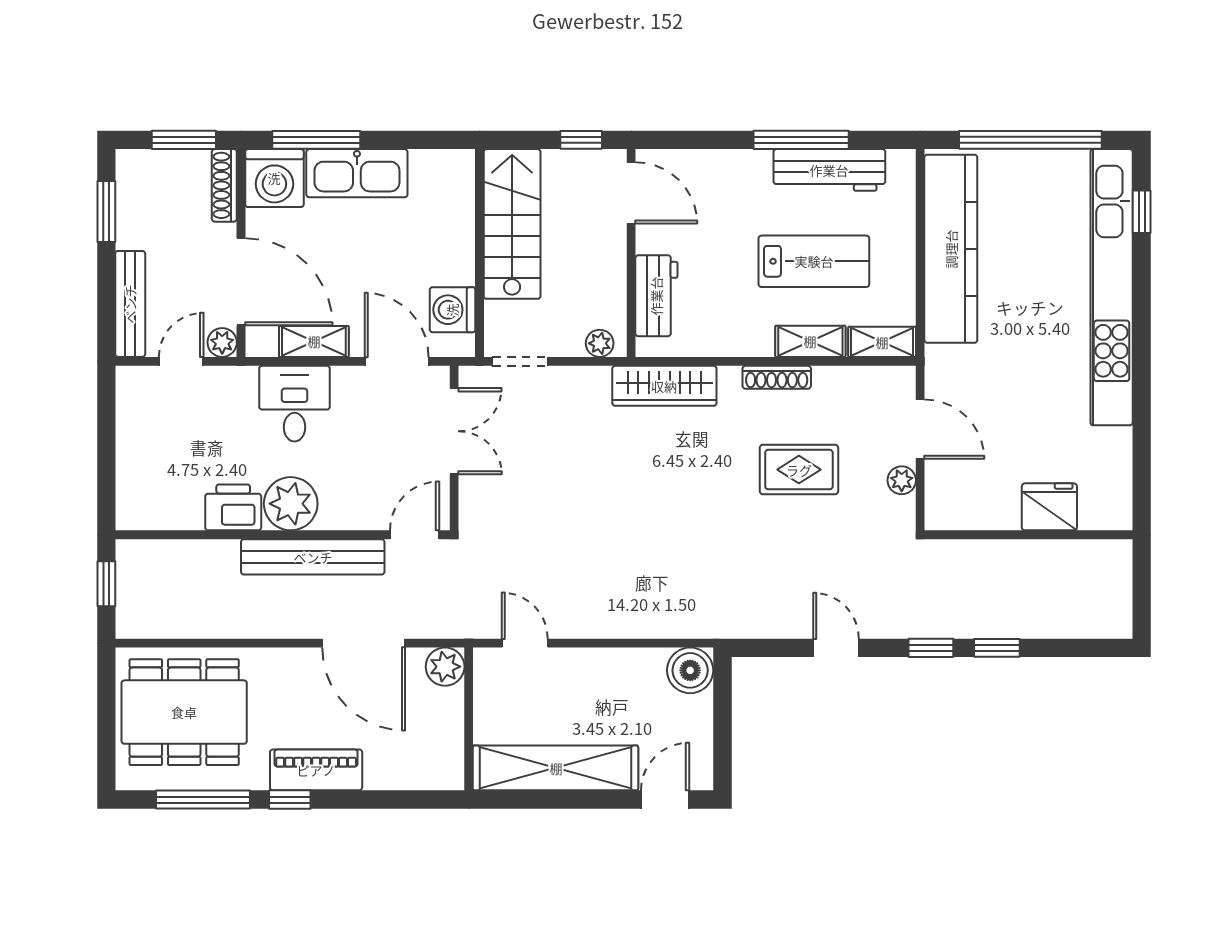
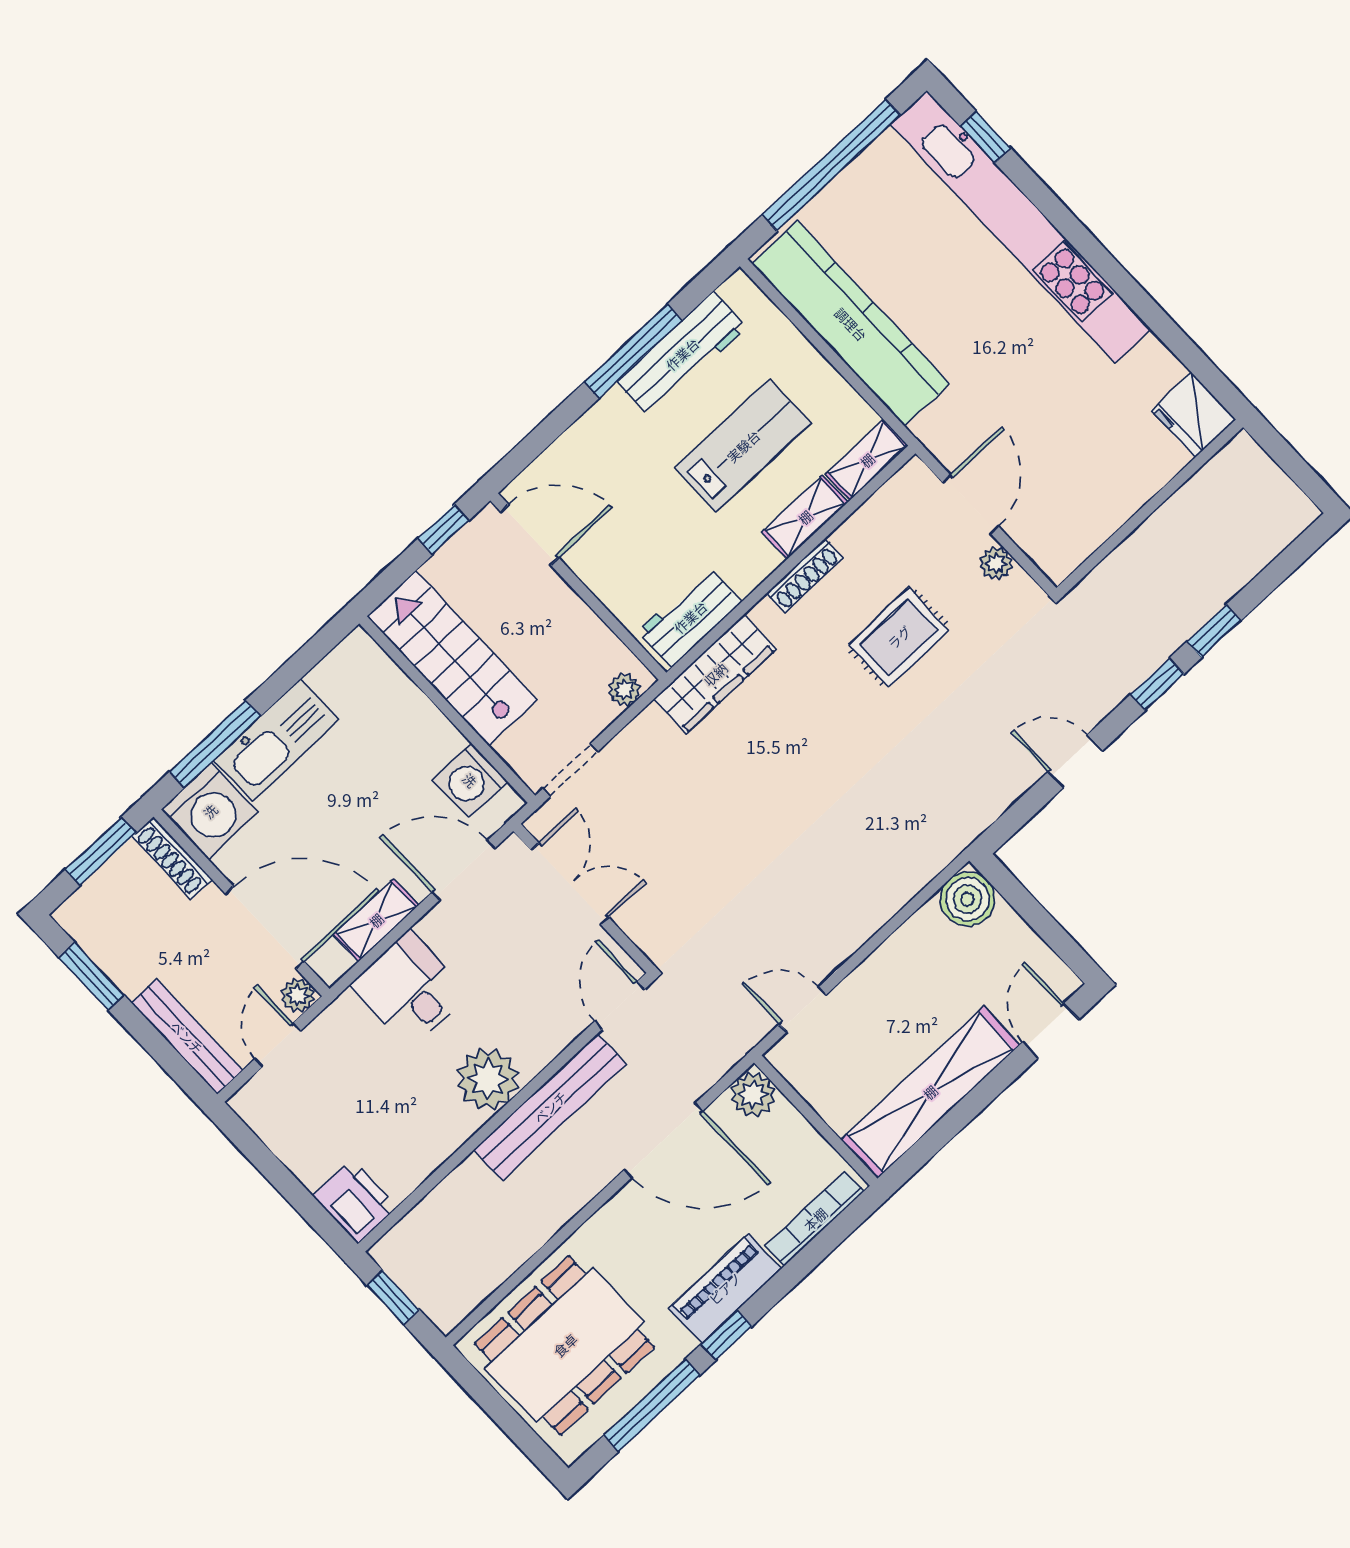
workbench: (656, 296) -> (690, 617), moved, turned -90
door: (920, 429) -> (971, 504), hinge flipped
printer: (233, 507) -> (355, 1201), moved, turned 90
fridge: (1049, 507) -> (1193, 415), moved, turned -90
bookcase: (411, 779) -> (815, 1219), added

